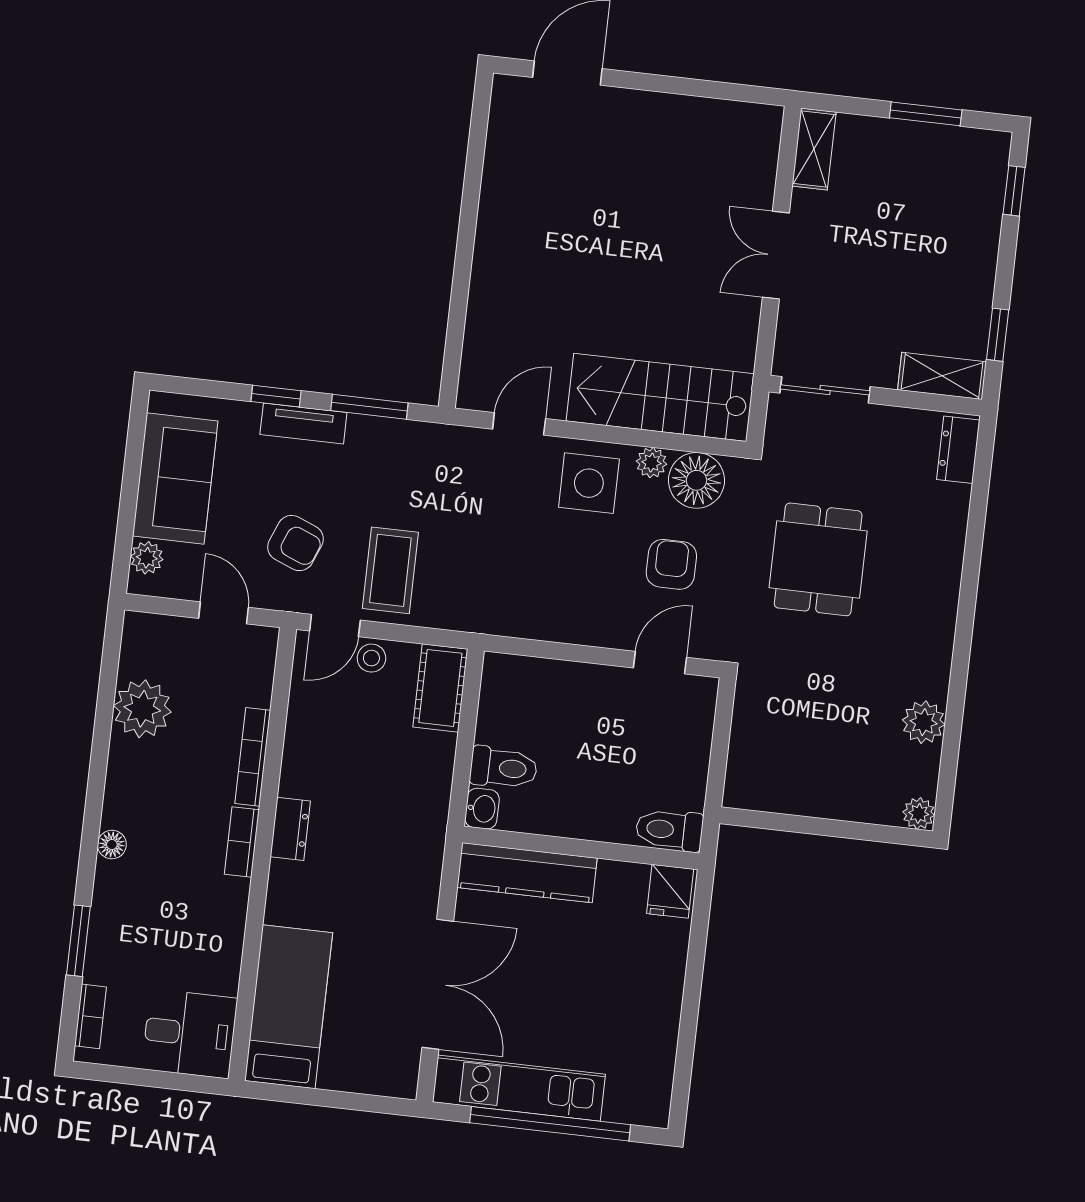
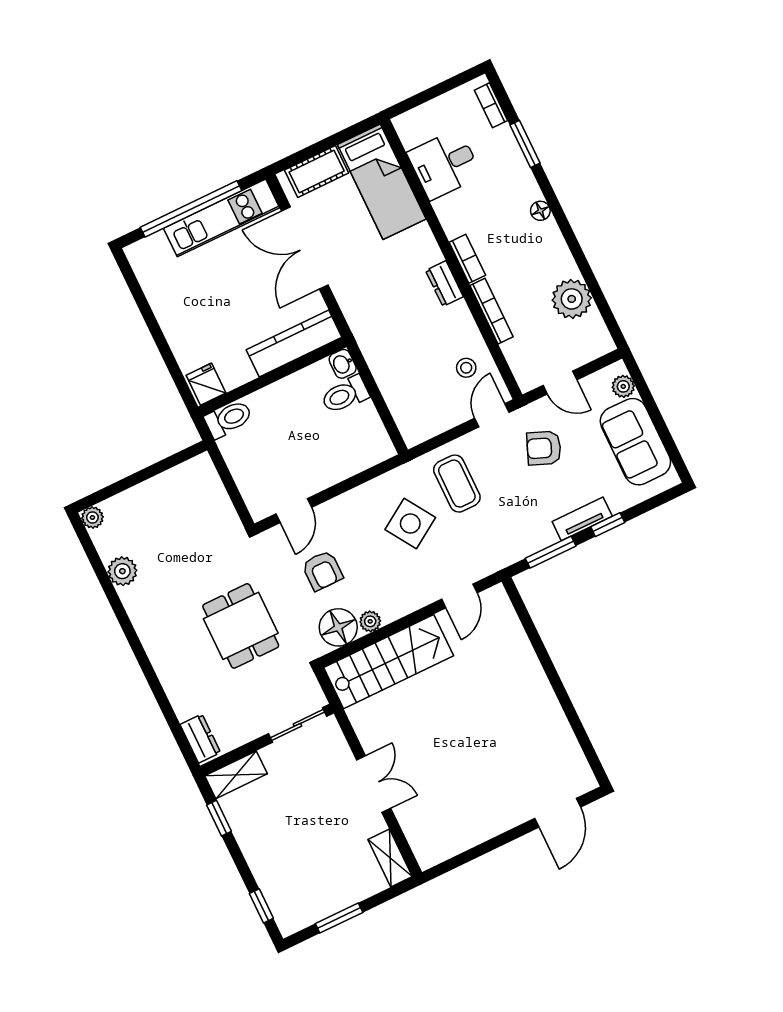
side table: (589, 483) -> (410, 524), moved, turned -33
coffee table: (390, 570) -> (457, 484), moved
stool: (371, 658) -> (466, 368), moved
cot: (440, 688) -> (317, 171), moved, turned 90
desk: (190, 1034) -> (444, 164), moved

